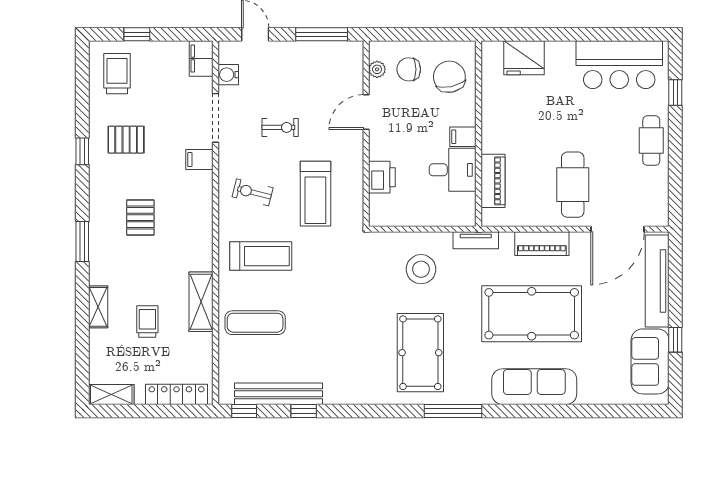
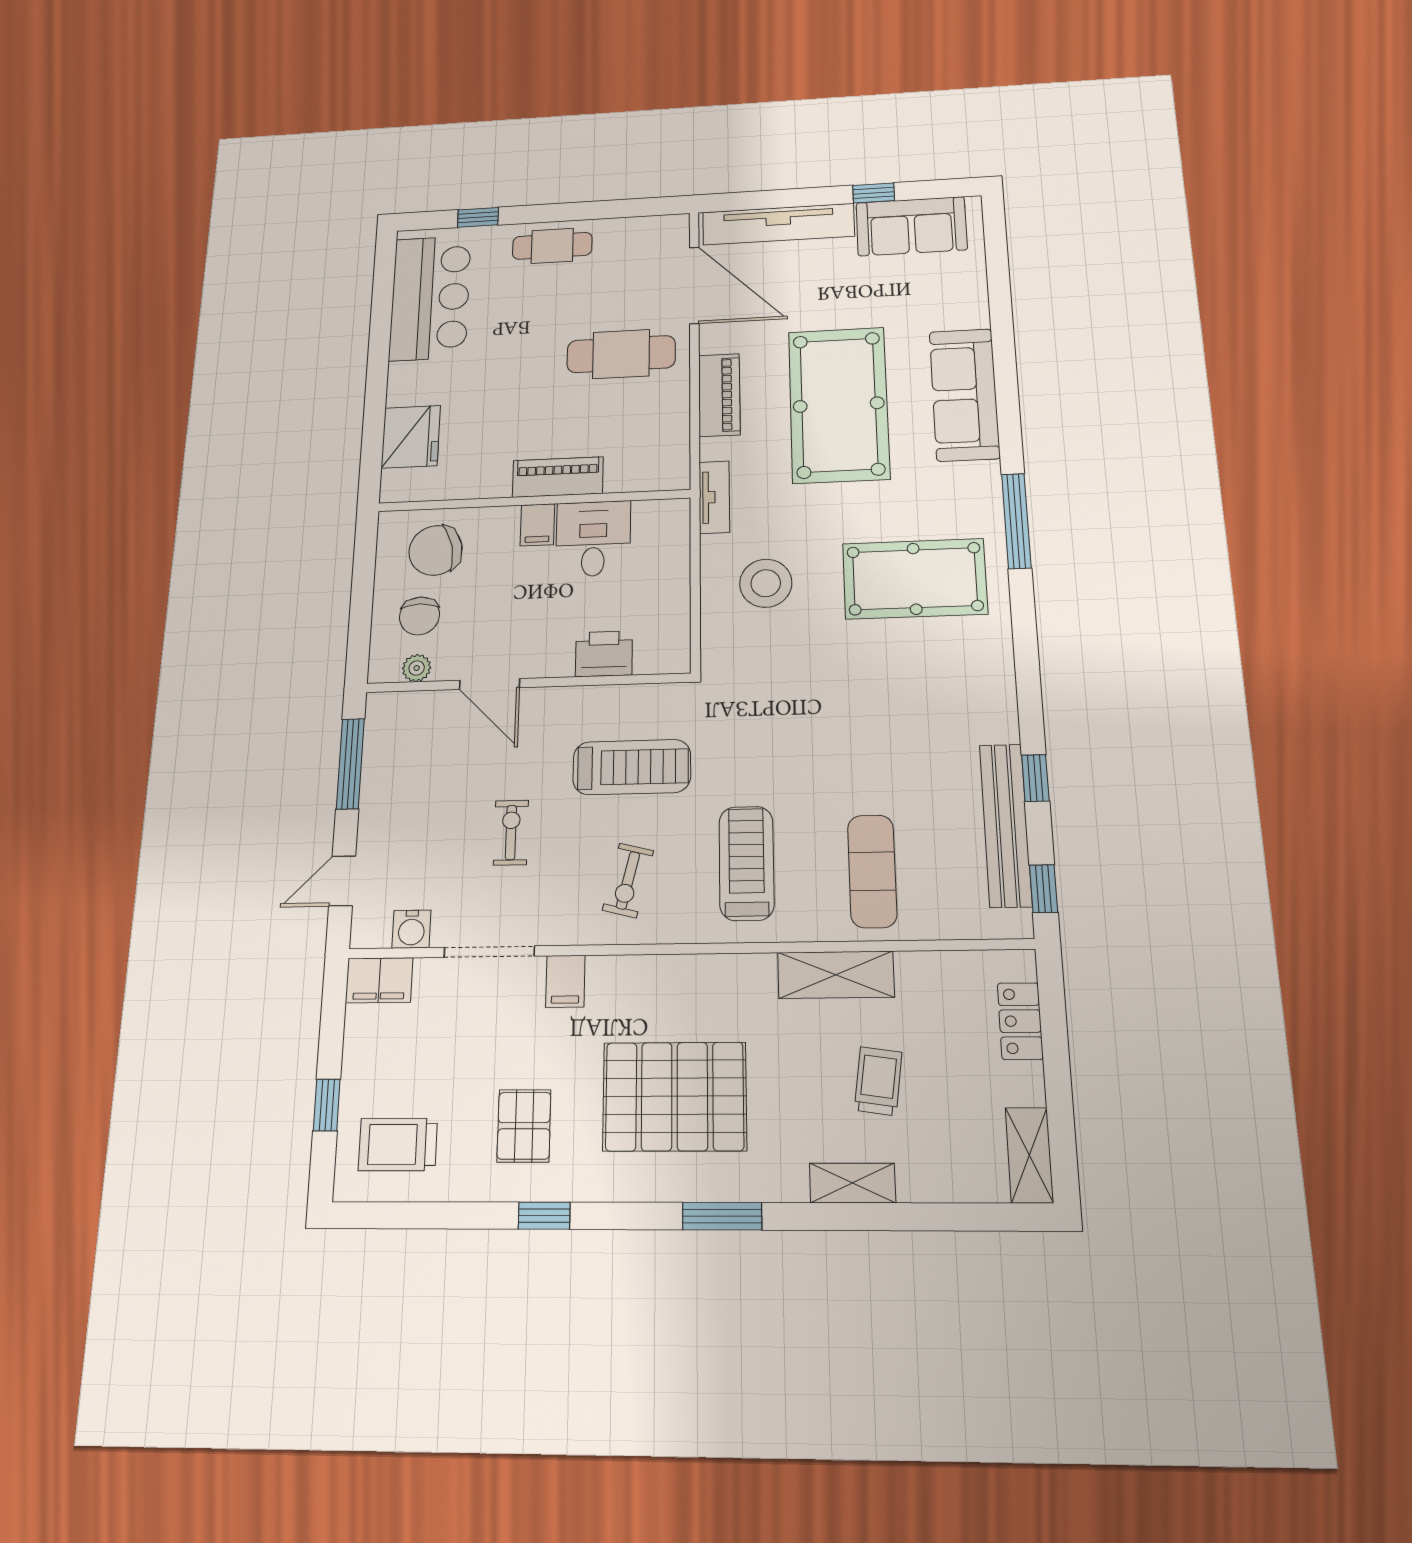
piano: (493, 181) -> (558, 477), moved
pallet: (140, 218) -> (675, 1096), width x2.05, depth x2.00
trolley: (147, 322) -> (878, 1081), turned 98
locker: (177, 394) -> (1020, 1021), width x0.66

